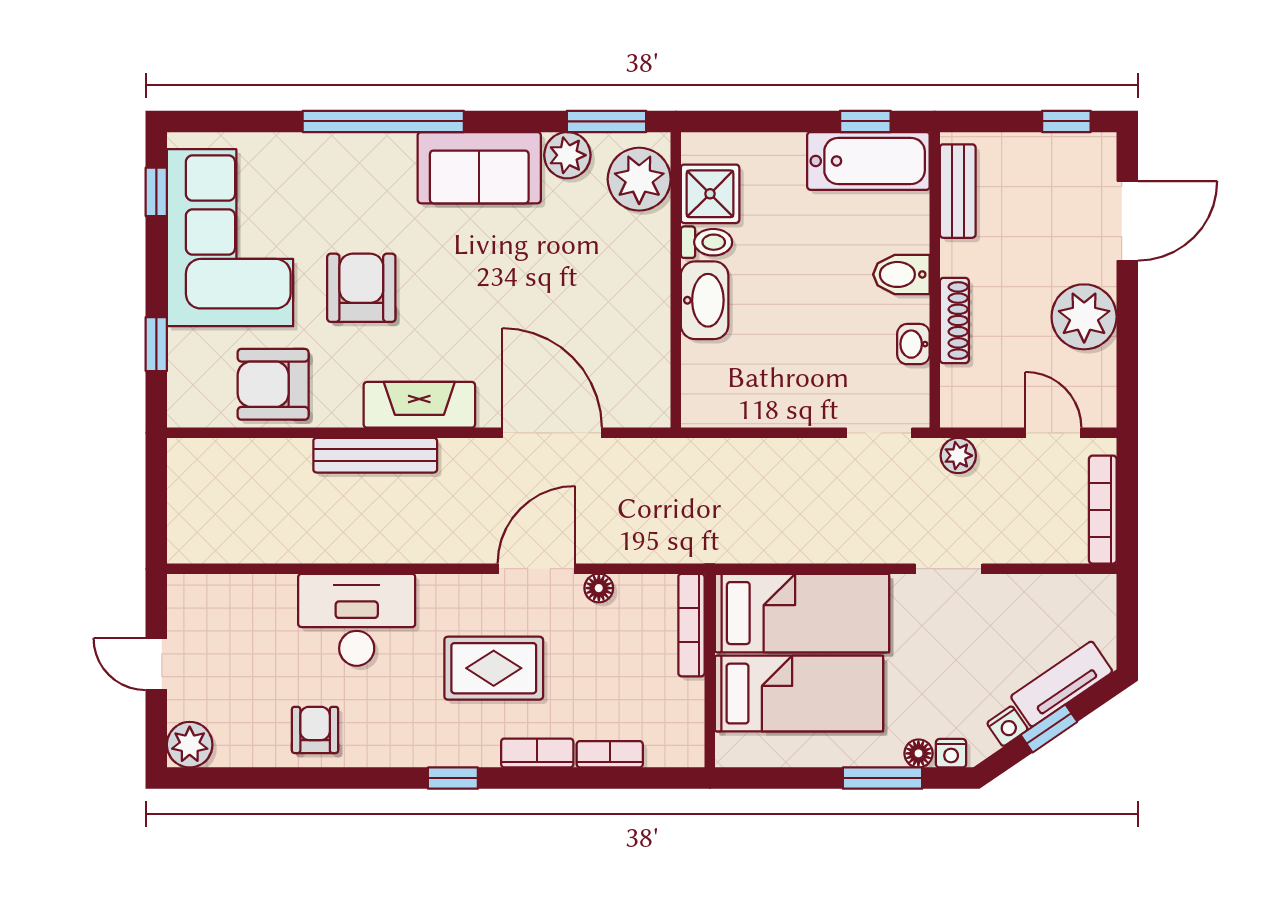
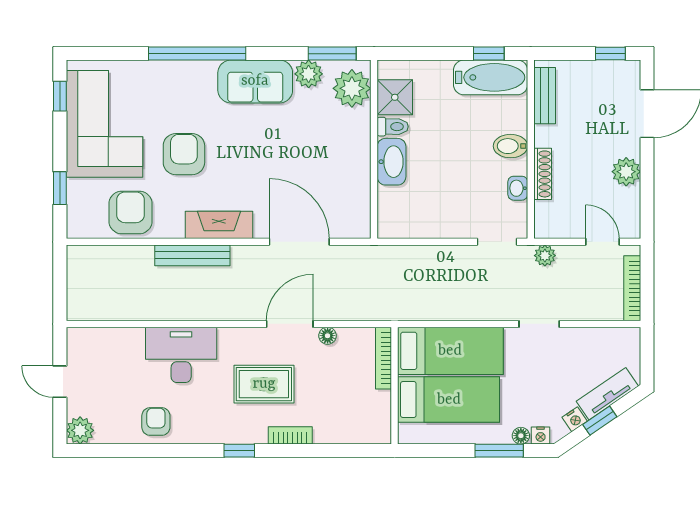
plant: (1084, 317) -> (626, 172), width x0.73, depth x0.73
armchair: (273, 384) -> (131, 212), turned 90
bookcase: (610, 754) -> (334, 436), removed

